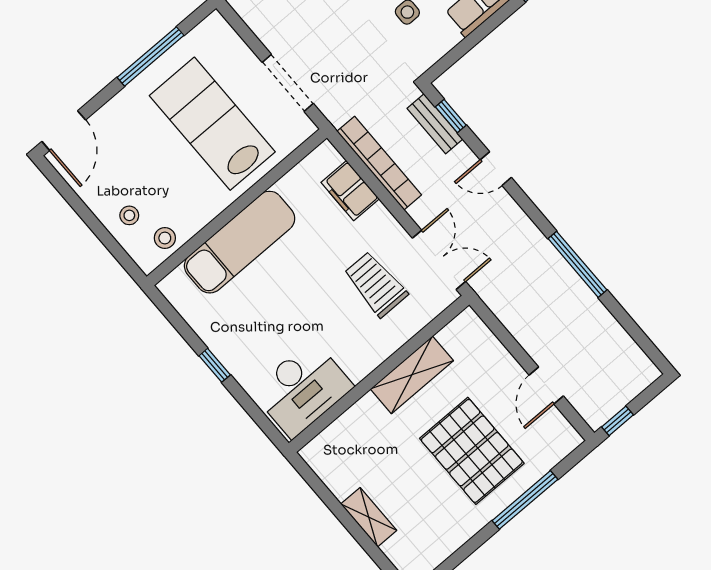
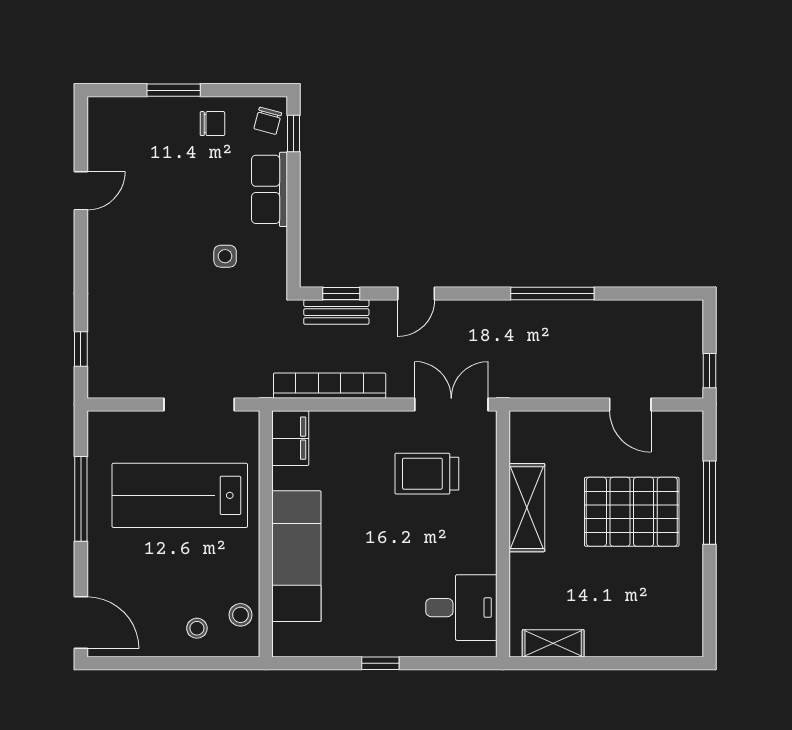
filing cabinet: (350, 191) -> (290, 438), moved, turned -90
desk: (302, 389) -> (461, 608), width x0.73
shelving: (369, 517) -> (553, 643), moved

